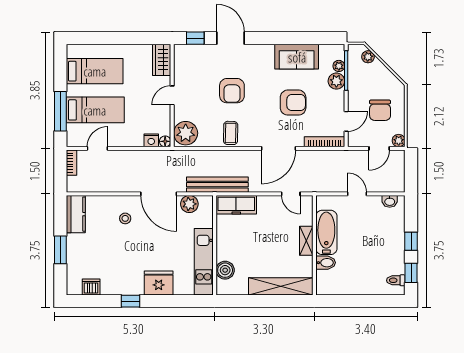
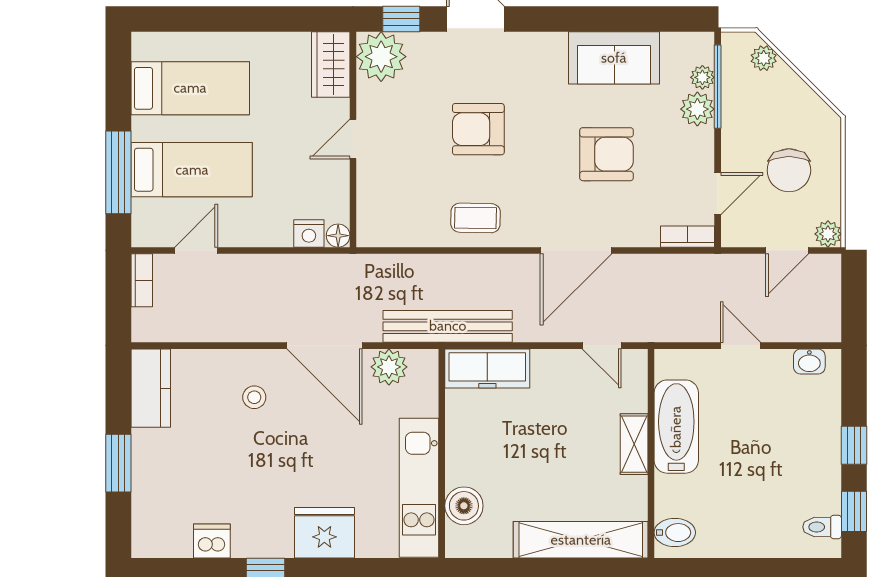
armchair: (232, 91) -> (478, 129), turned 90
plant: (186, 133) -> (381, 57), moved
coffee table: (231, 133) -> (476, 218), turned 90
bookcase: (325, 142) -> (688, 237), width x0.64
bidet: (326, 263) -> (675, 533), moved
dishwasher: (91, 287) -> (212, 541), moved

